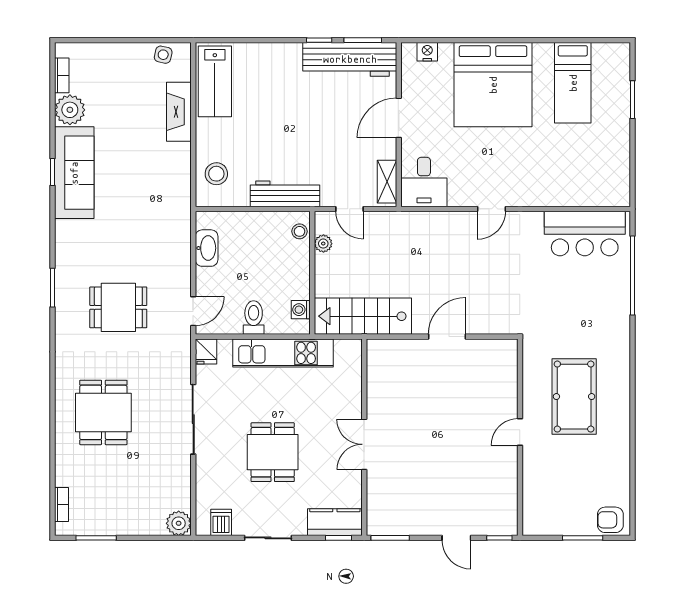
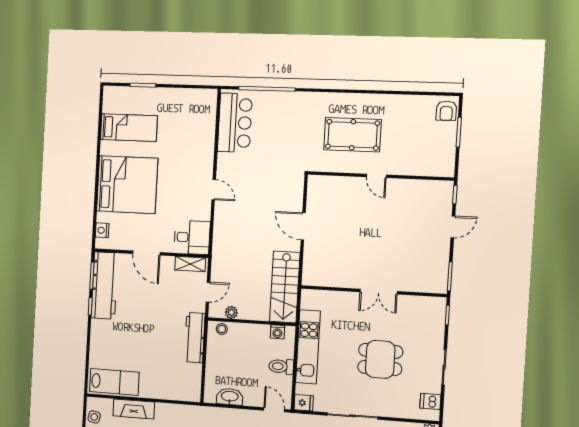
stool: (216, 174) -> (178, 386), removed
kitchen counter: (335, 522) -> (435, 317), removed

